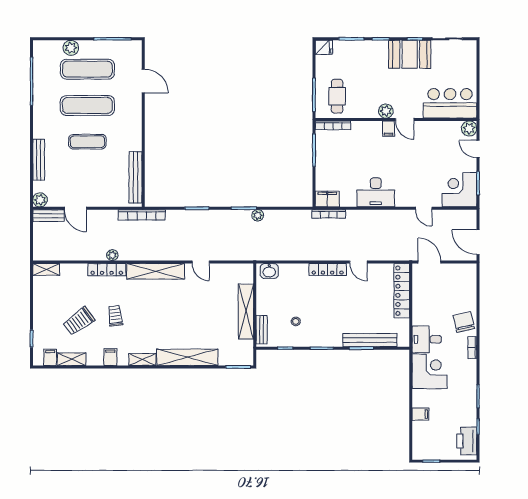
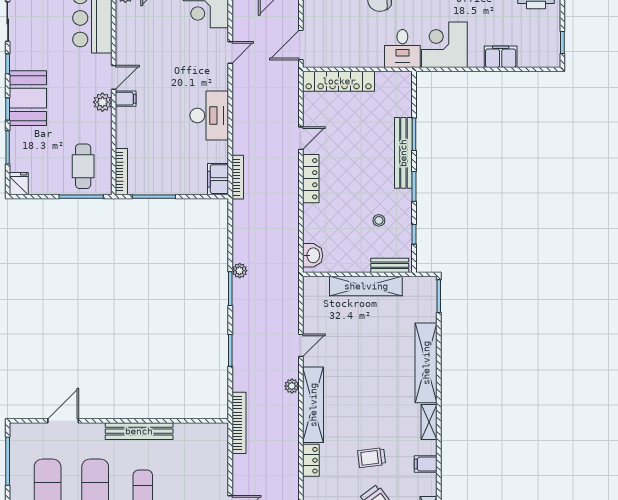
booth: (410, 54) -> (28, 98), moved
cafe table: (337, 96) -> (83, 166), turned 90
bench: (135, 177) -> (139, 431), moved
plant: (112, 255) -> (292, 386), moved
locker: (107, 270) -> (311, 460), width x0.66
bench: (370, 340) -> (403, 153), moved
filing cabinet: (420, 414) -> (501, 57), width x2.00

